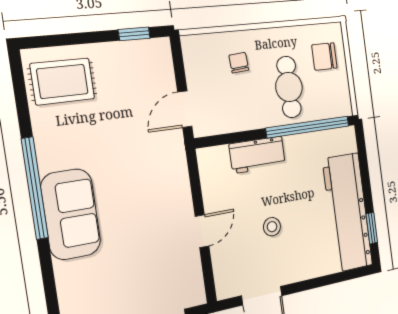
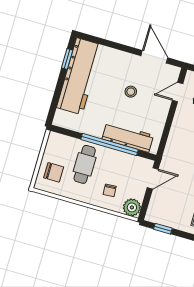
plant: (196, 49) -> (132, 207), added
window: (308, 127) -> (109, 145), moved
workbench: (257, 155) -> (128, 137), width x1.38
door: (202, 231) -> (178, 92), moved

